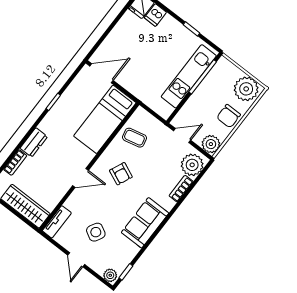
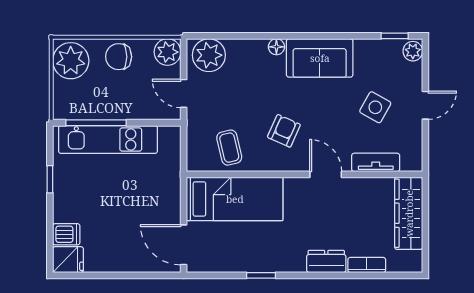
chair: (229, 116) -> (119, 57), turned 180
bookcase: (181, 189) -> (247, 47), removed
floor lamp: (169, 204) -> (276, 47), added
tv unit: (57, 222) -> (376, 162), moved

